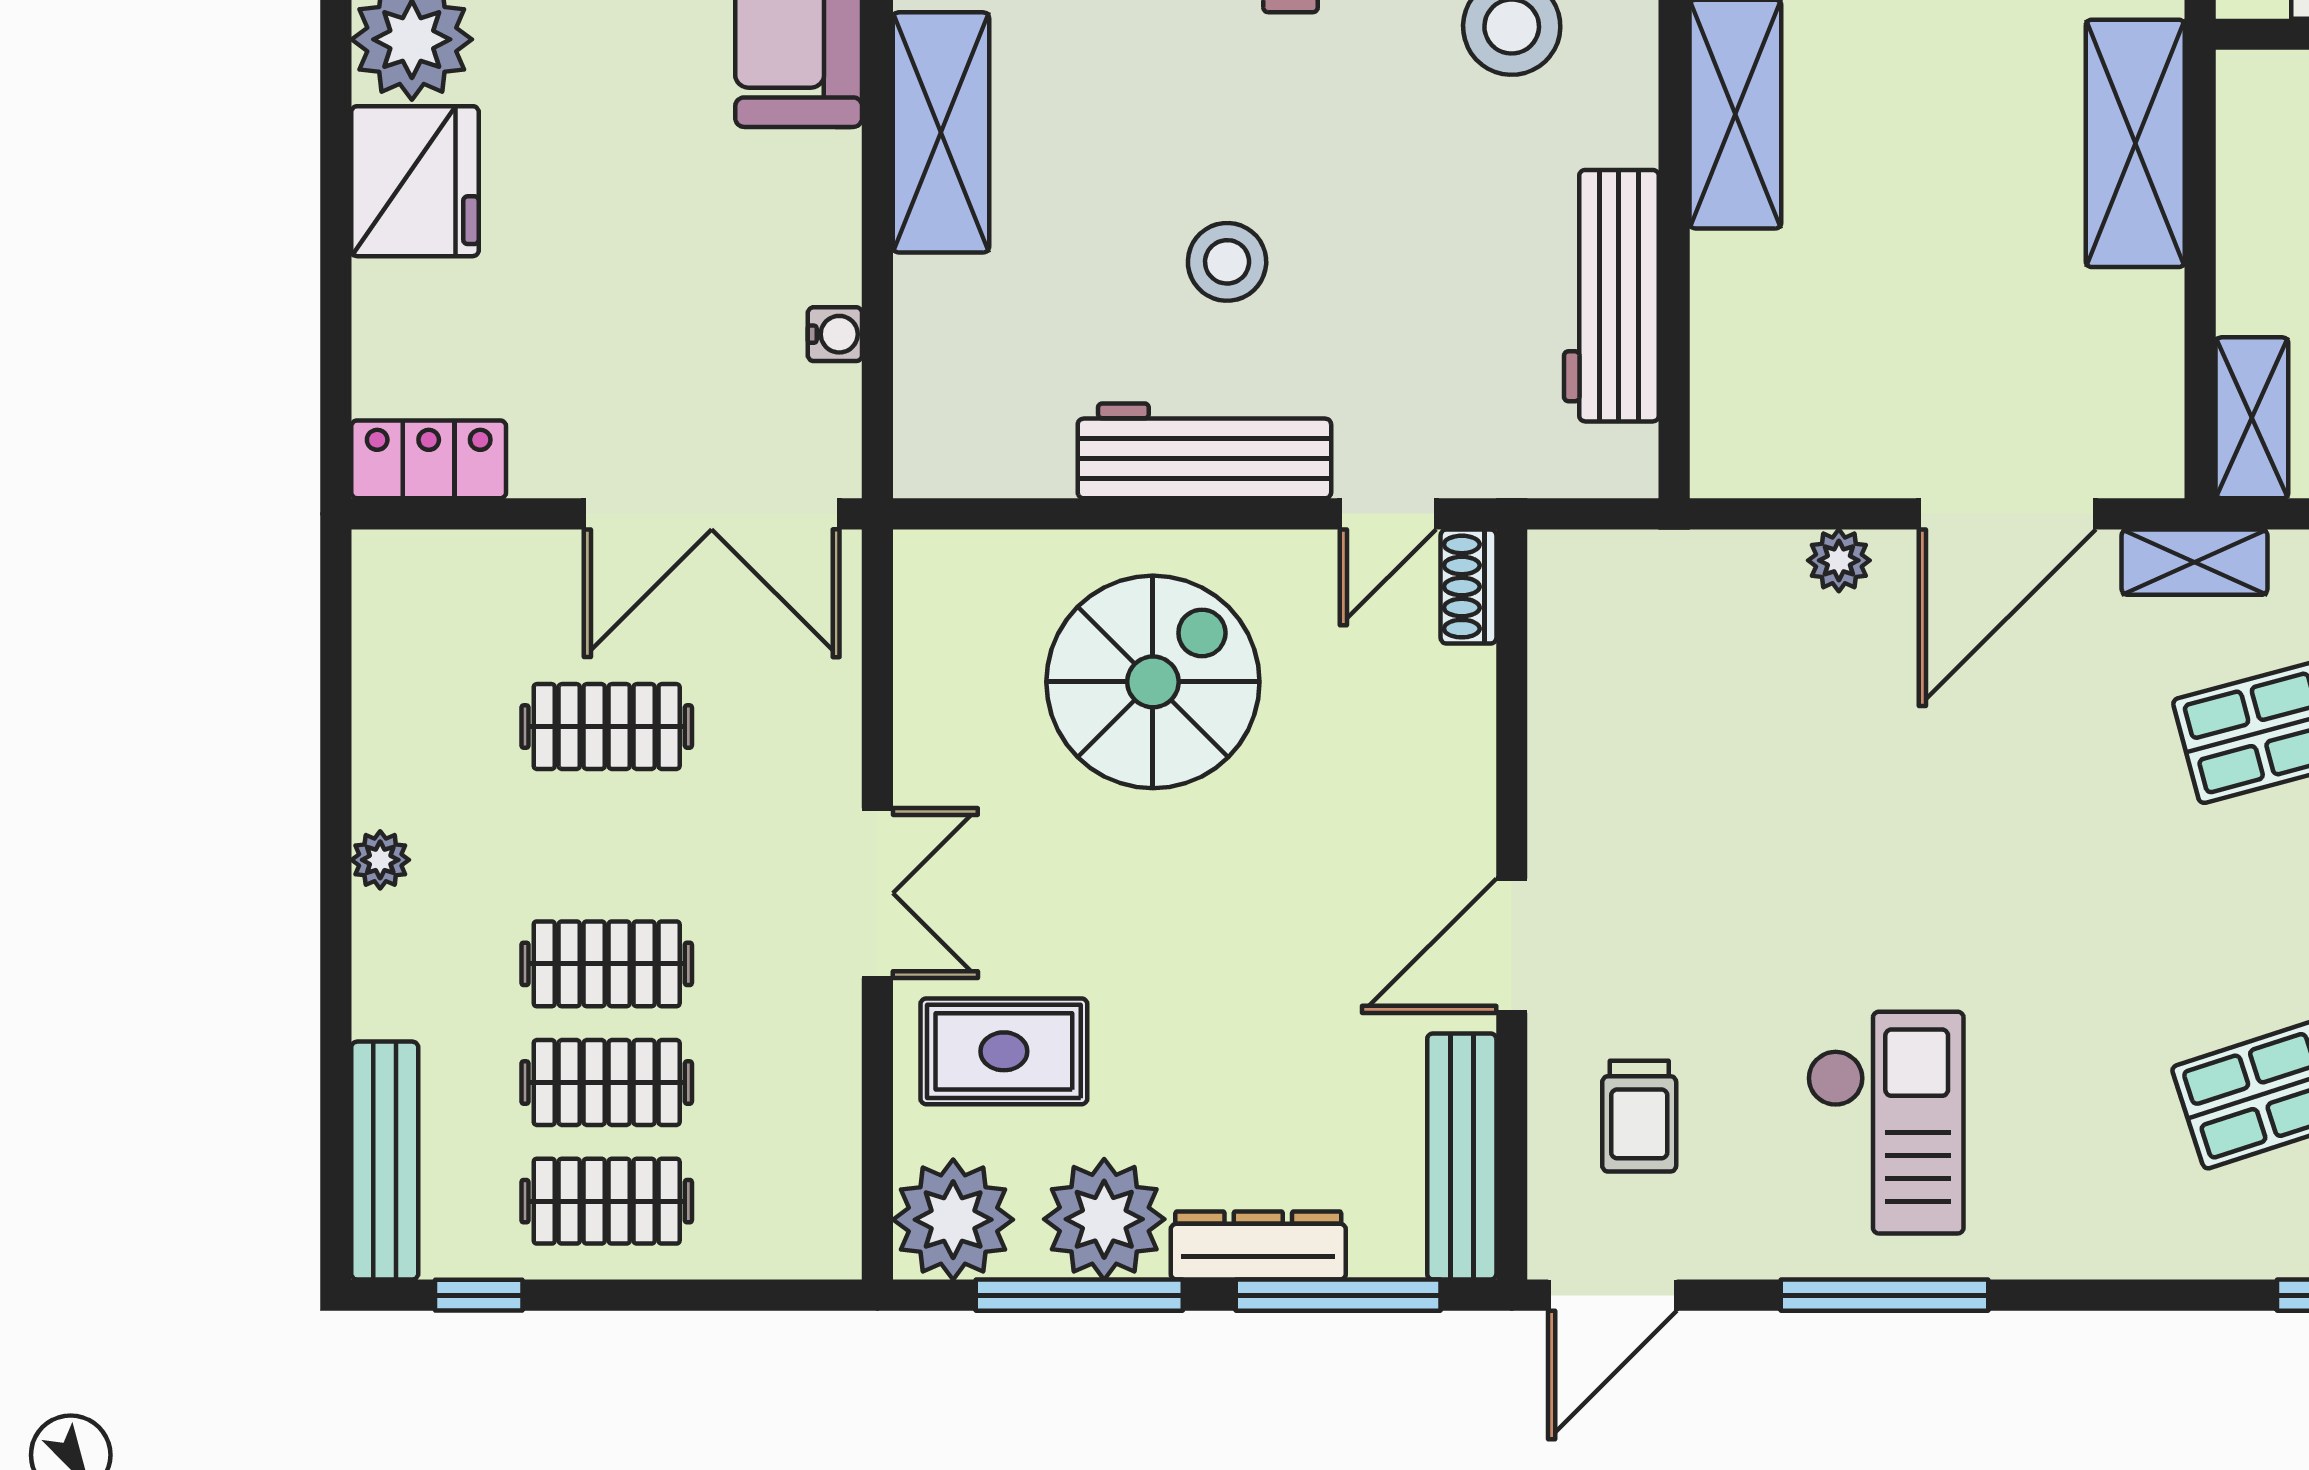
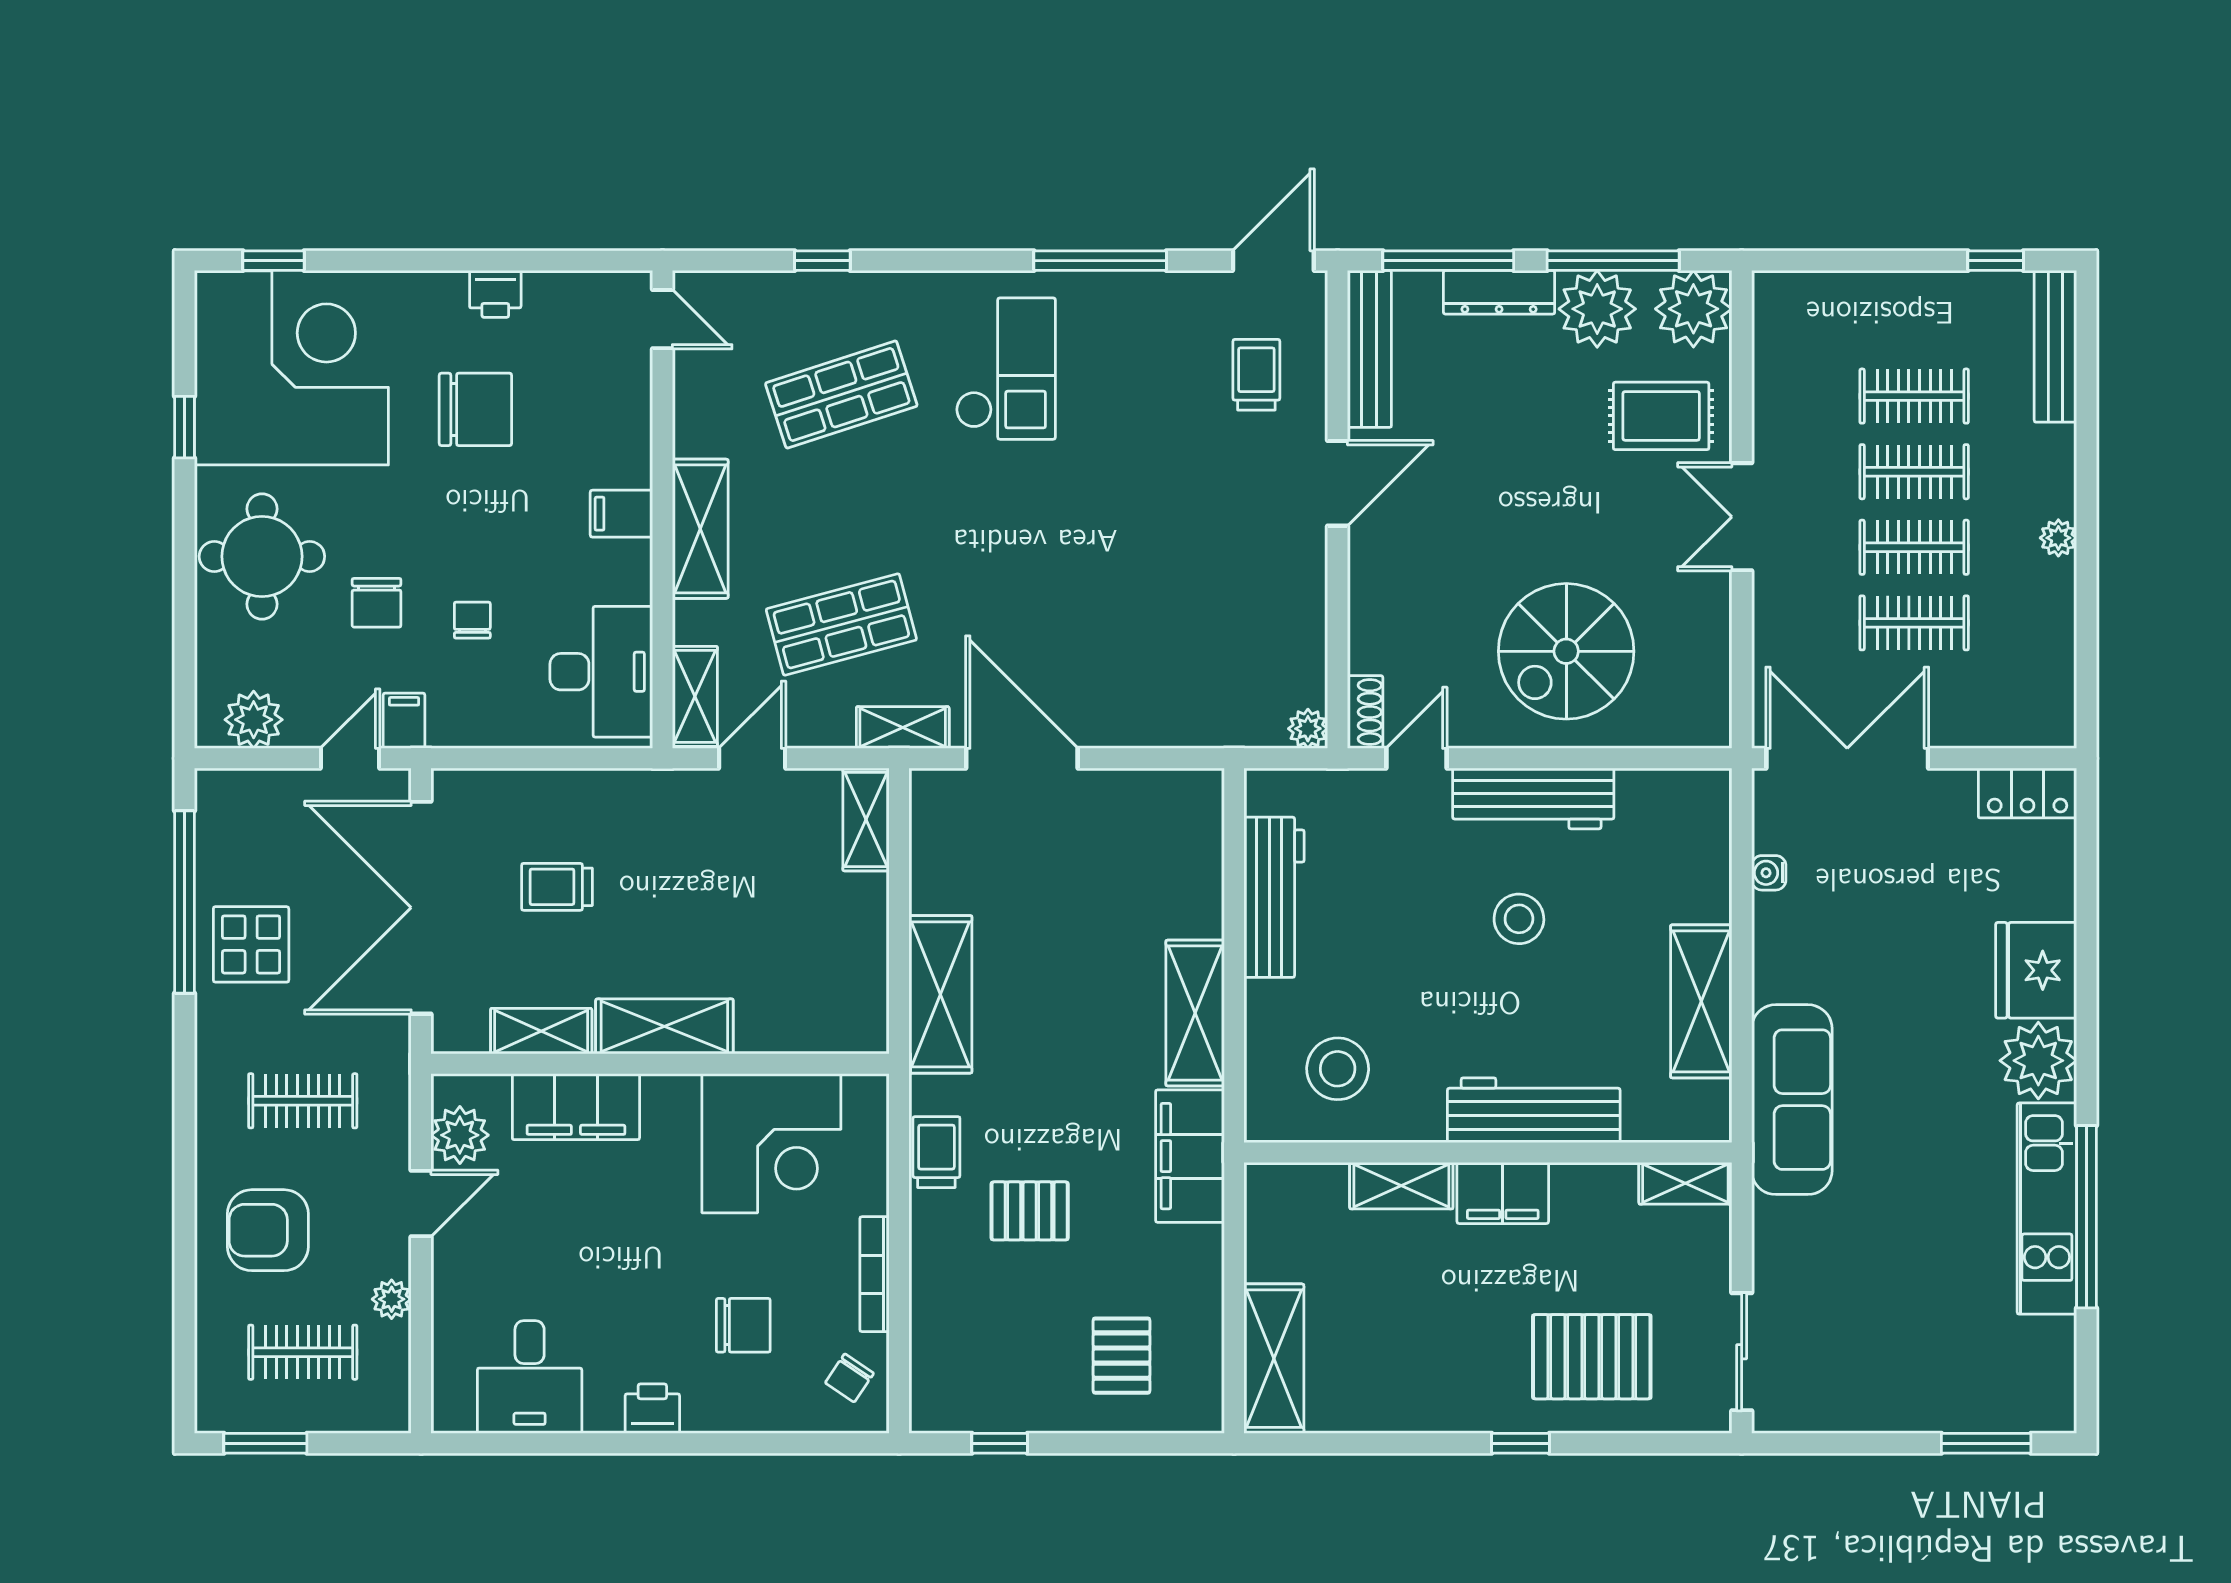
door: (2007, 514) -> (1022, 758), hinge flipped
plant: (1839, 560) -> (1308, 729), moved
checkout: (1885, 1123) -> (1006, 369), moved, turned 180
clothes rail: (607, 1201) -> (1914, 547), moved

